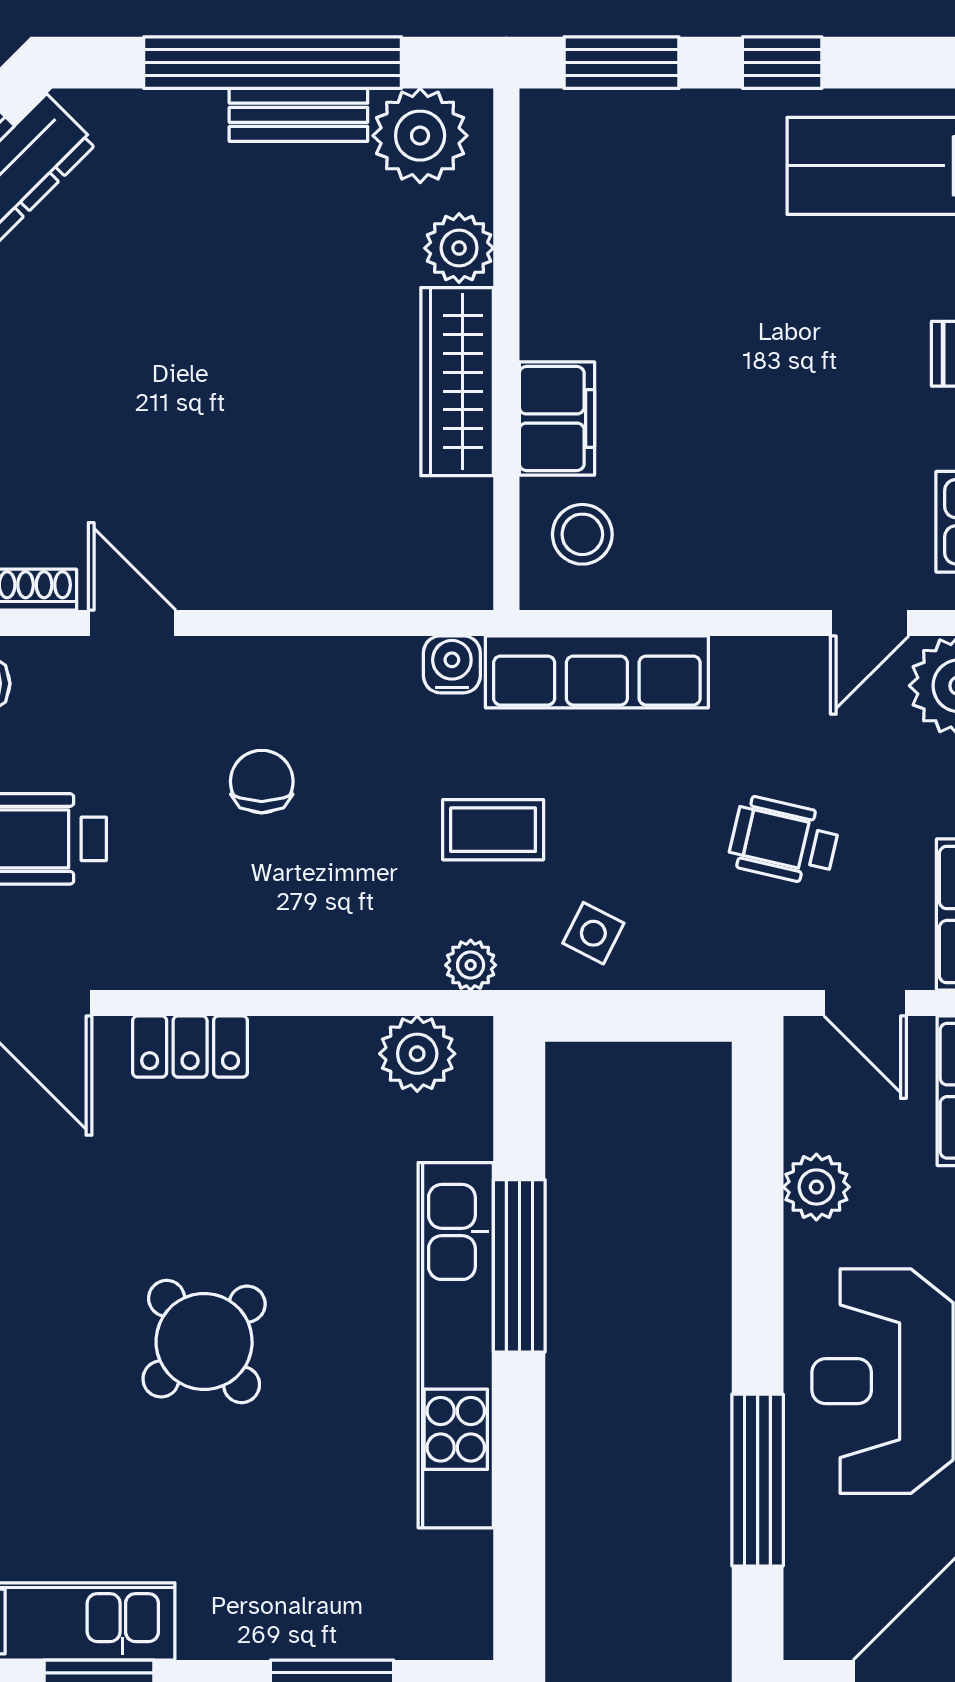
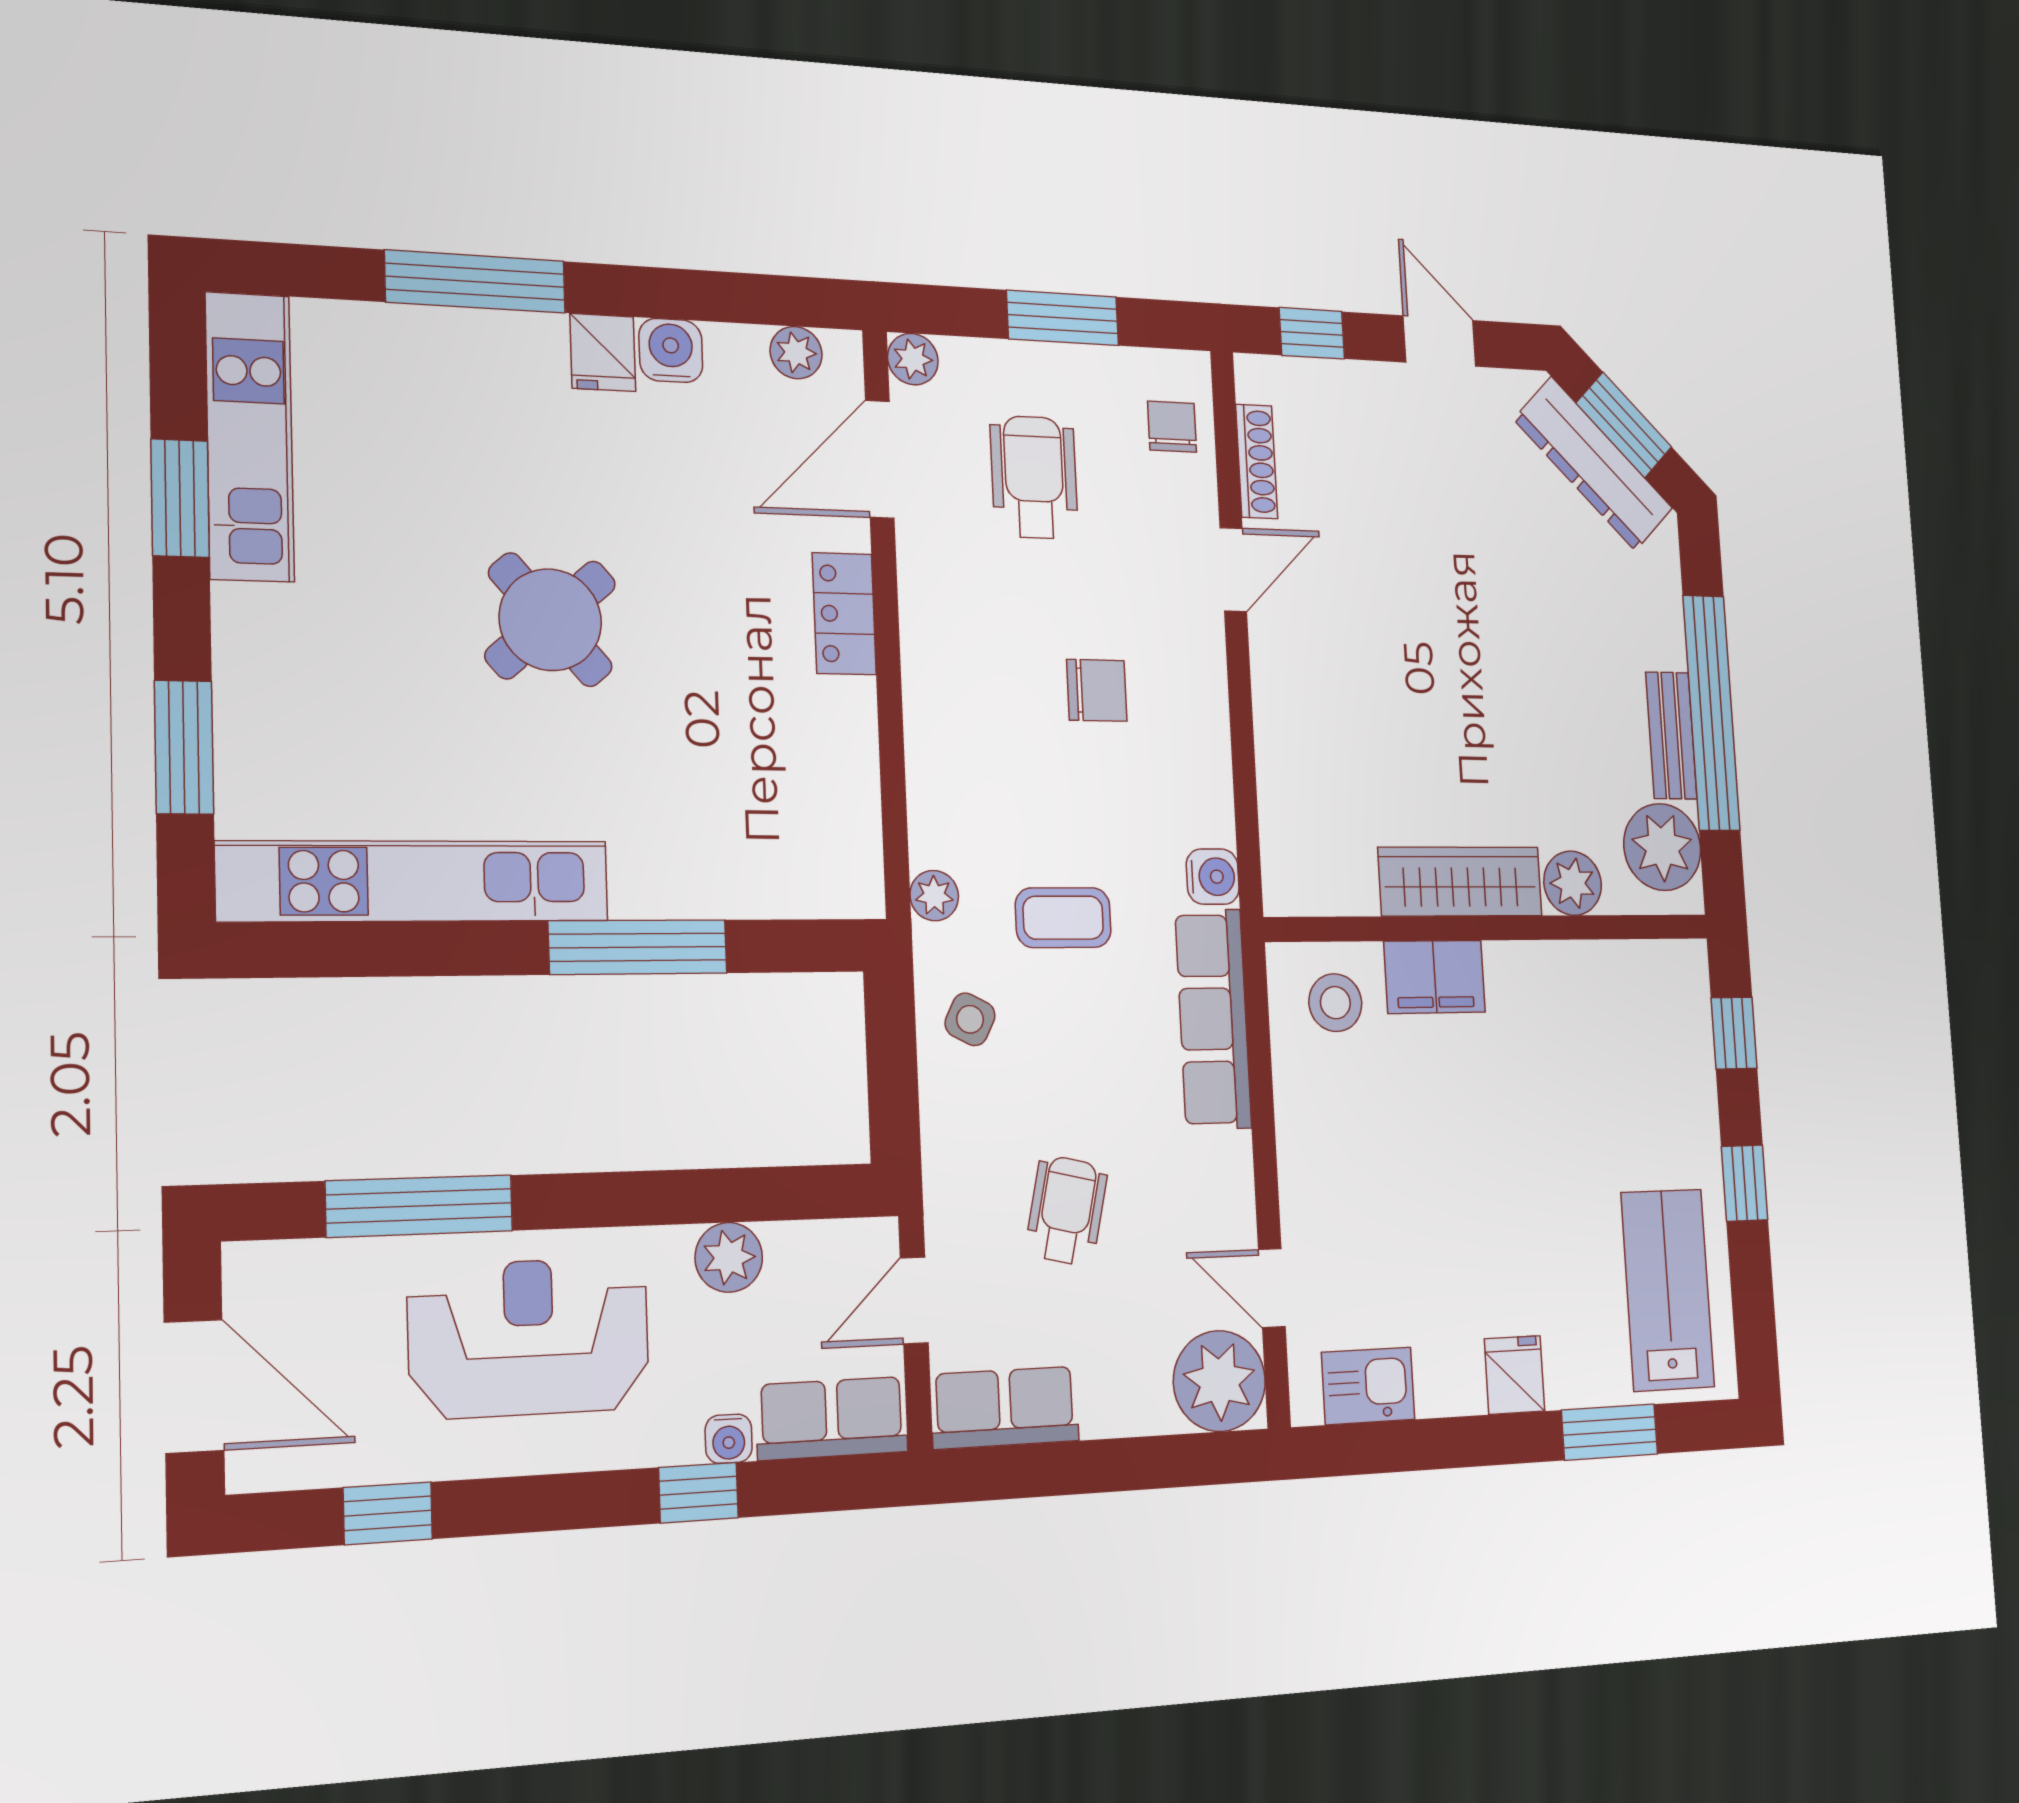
window: (621, 63) -> (1734, 1033), width x0.67
coffee table: (493, 830) -> (1063, 918), turned 90
plant: (417, 1054) -> (846, 842), removed
kitchen unit: (456, 1345) -> (415, 881), moved

